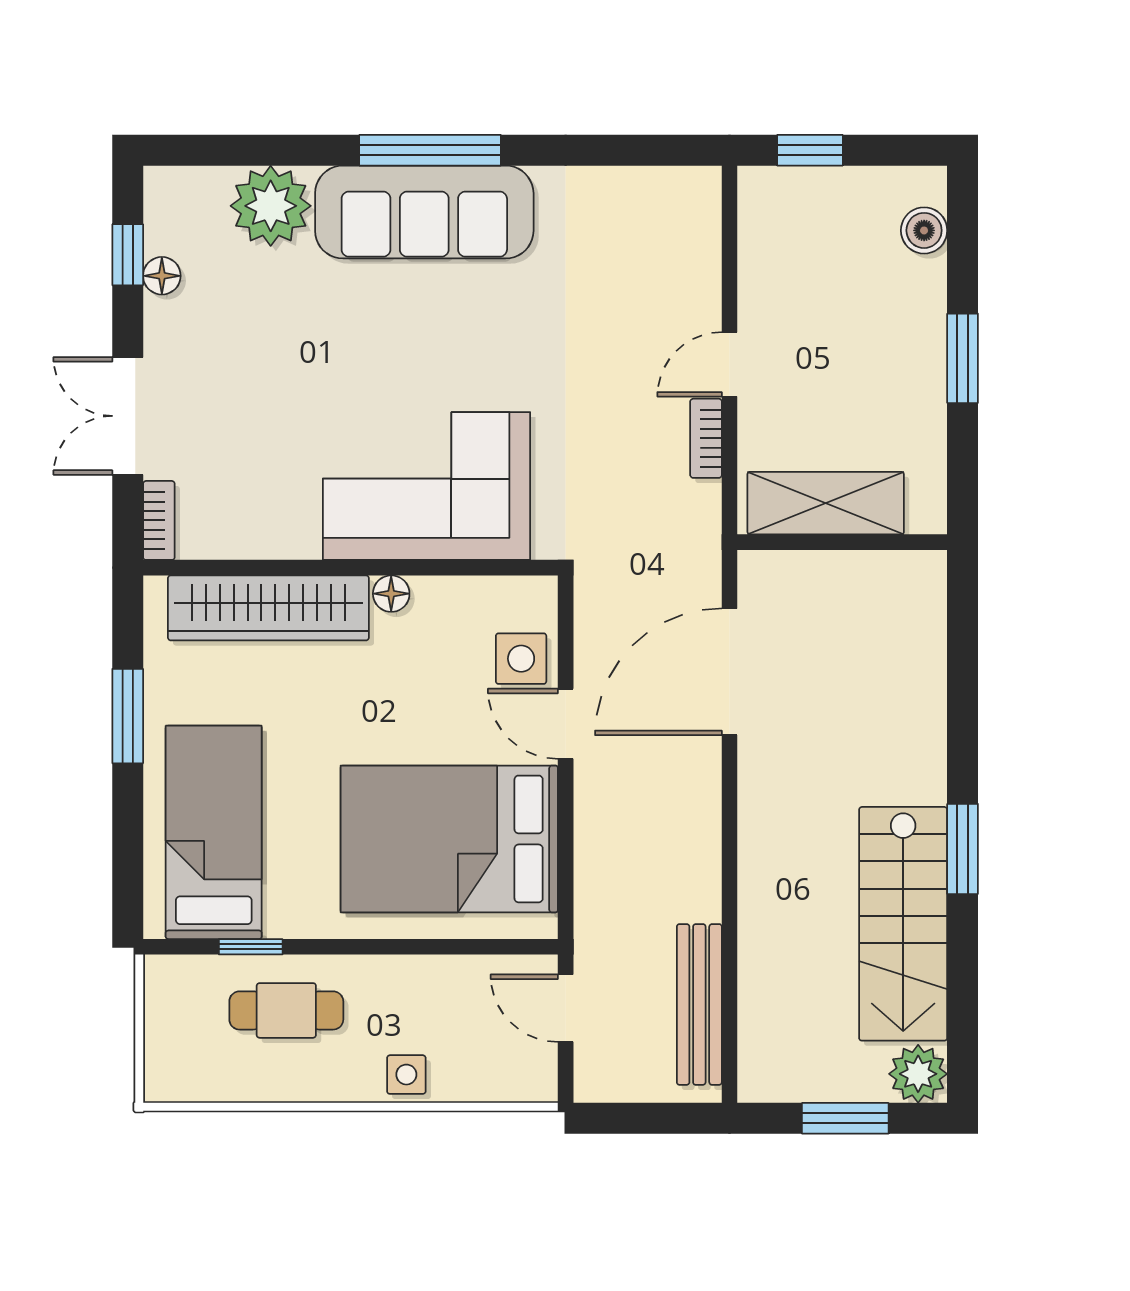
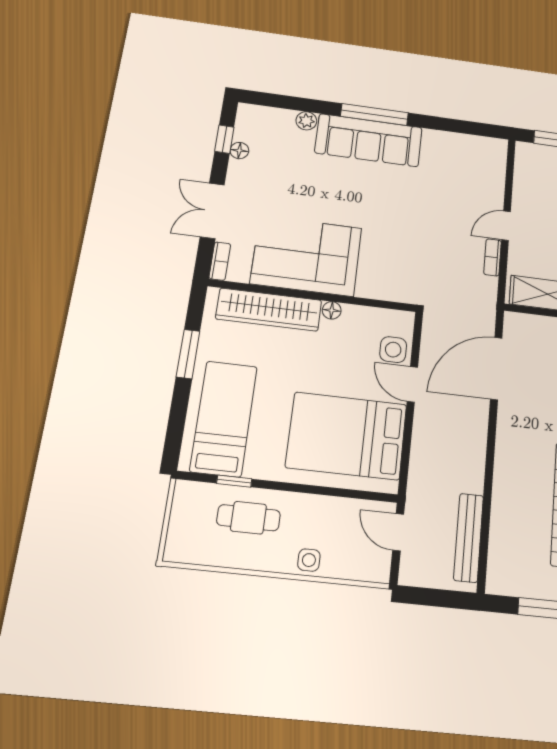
plant: (271, 206) -> (306, 121), width x0.53, depth x0.53
corner sofa: (427, 486) -> (306, 256), moved

